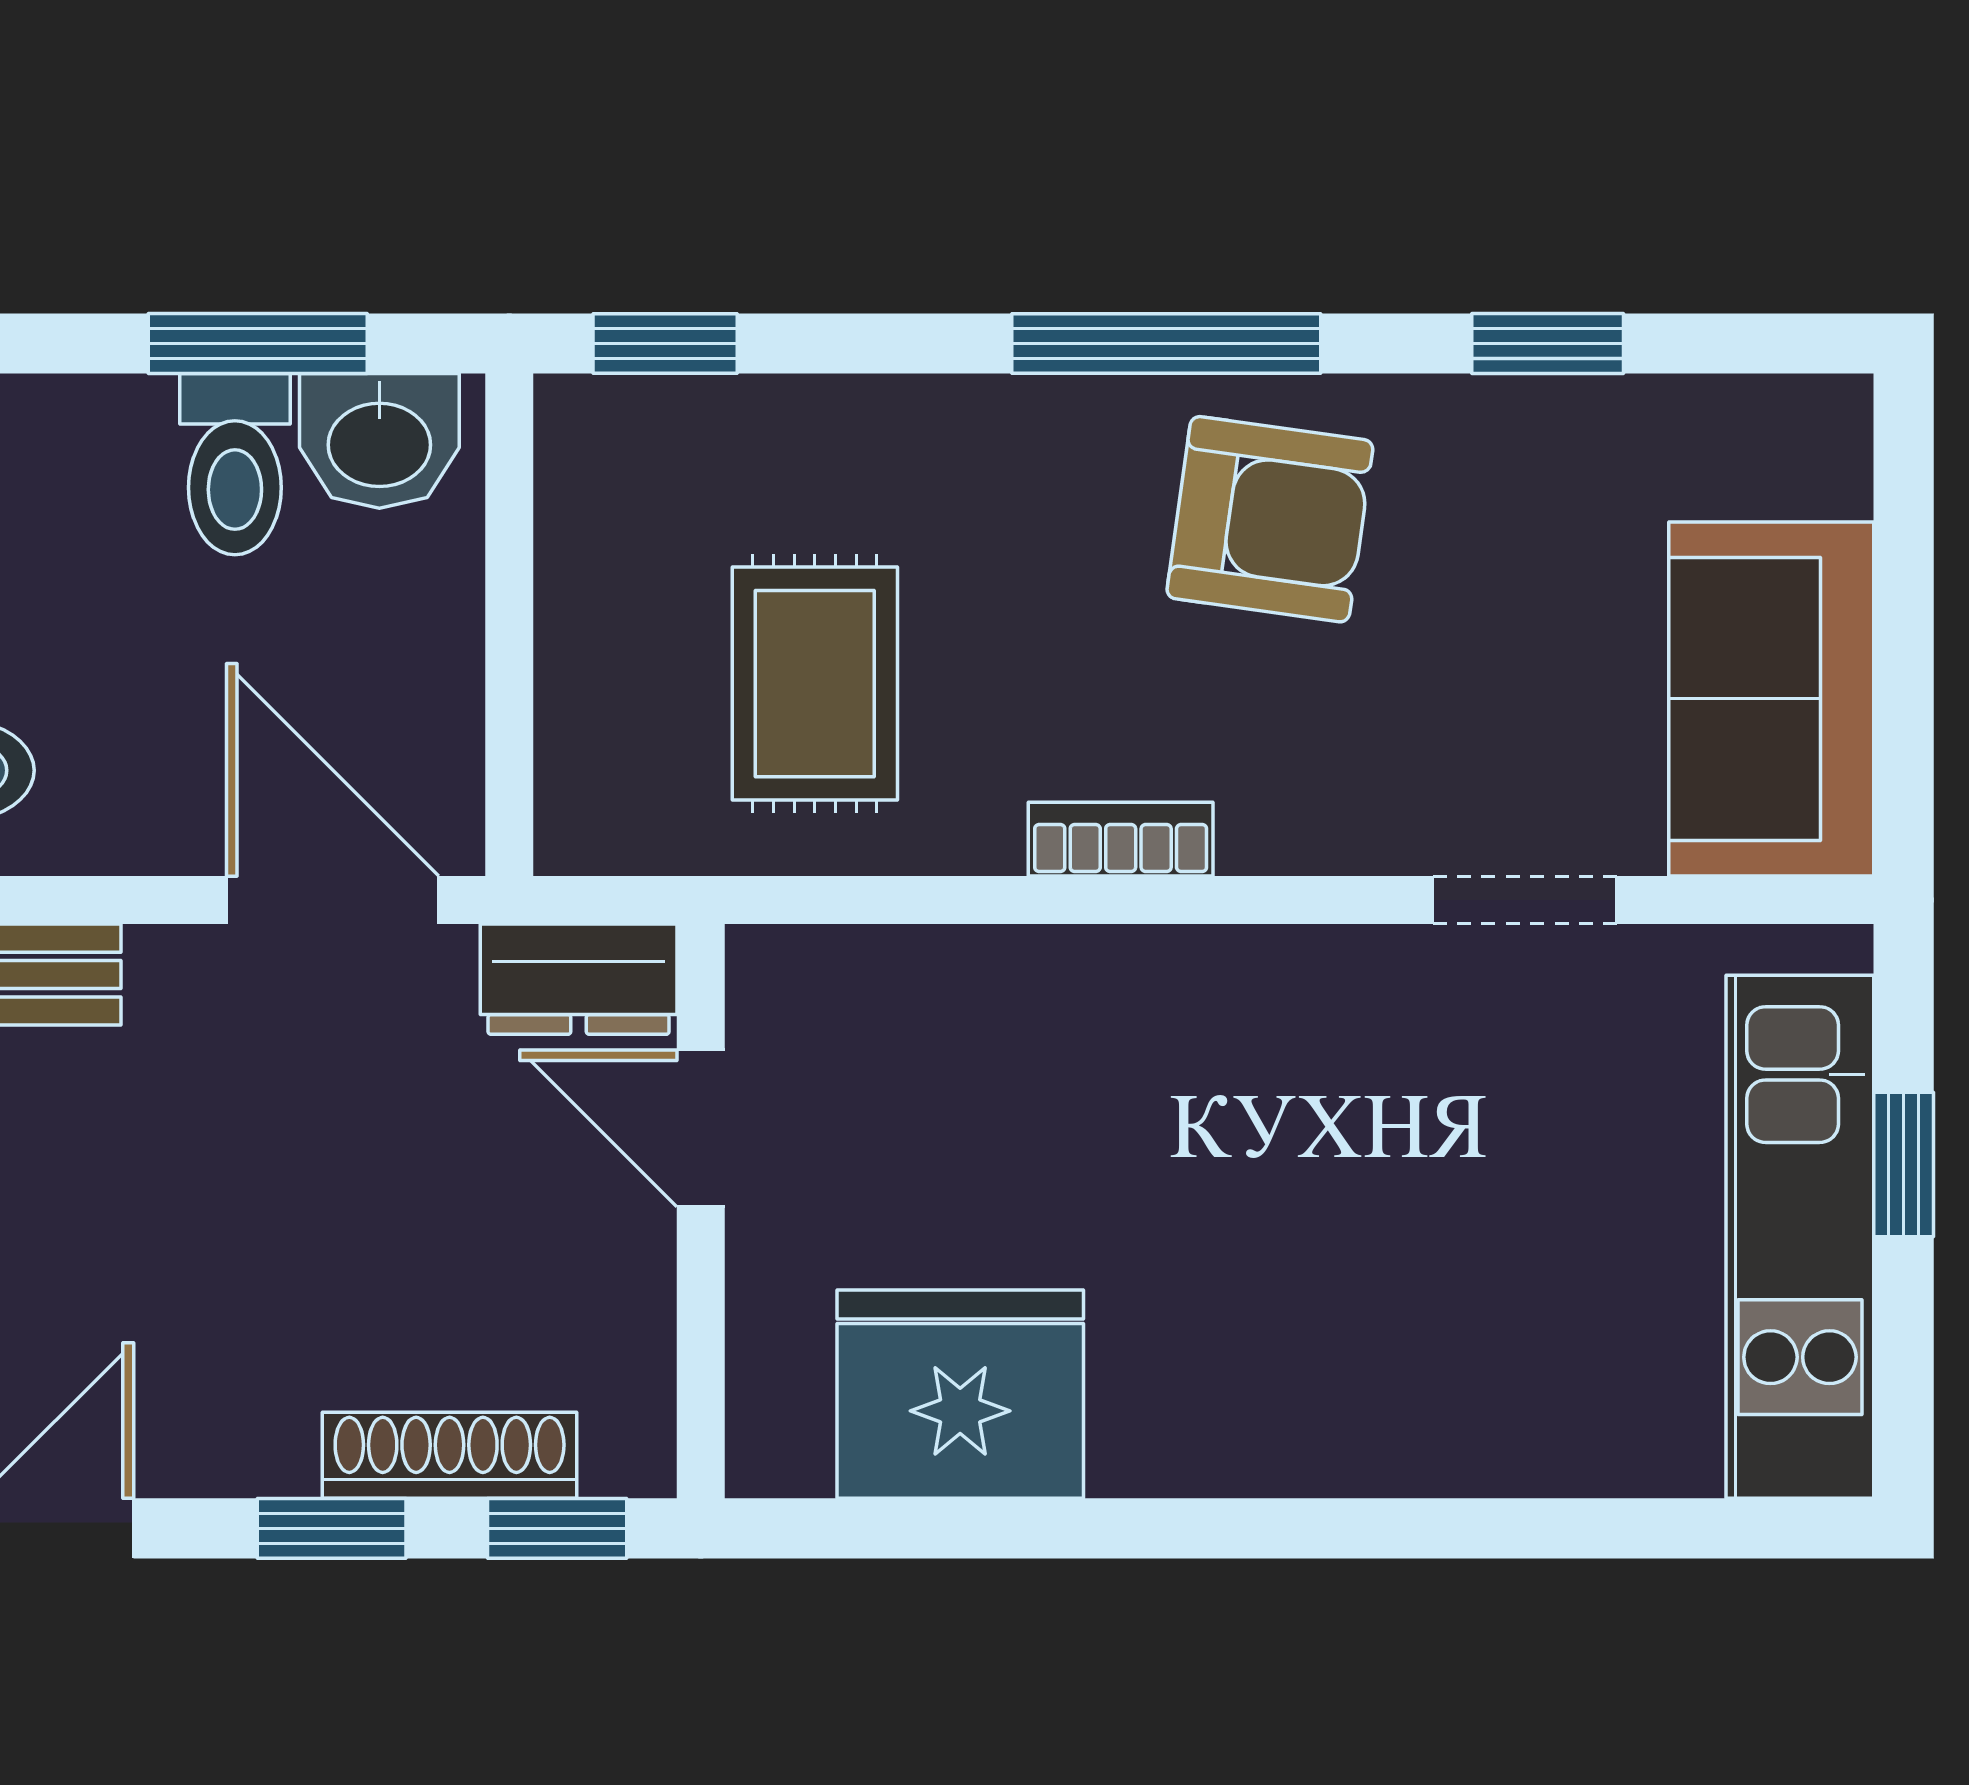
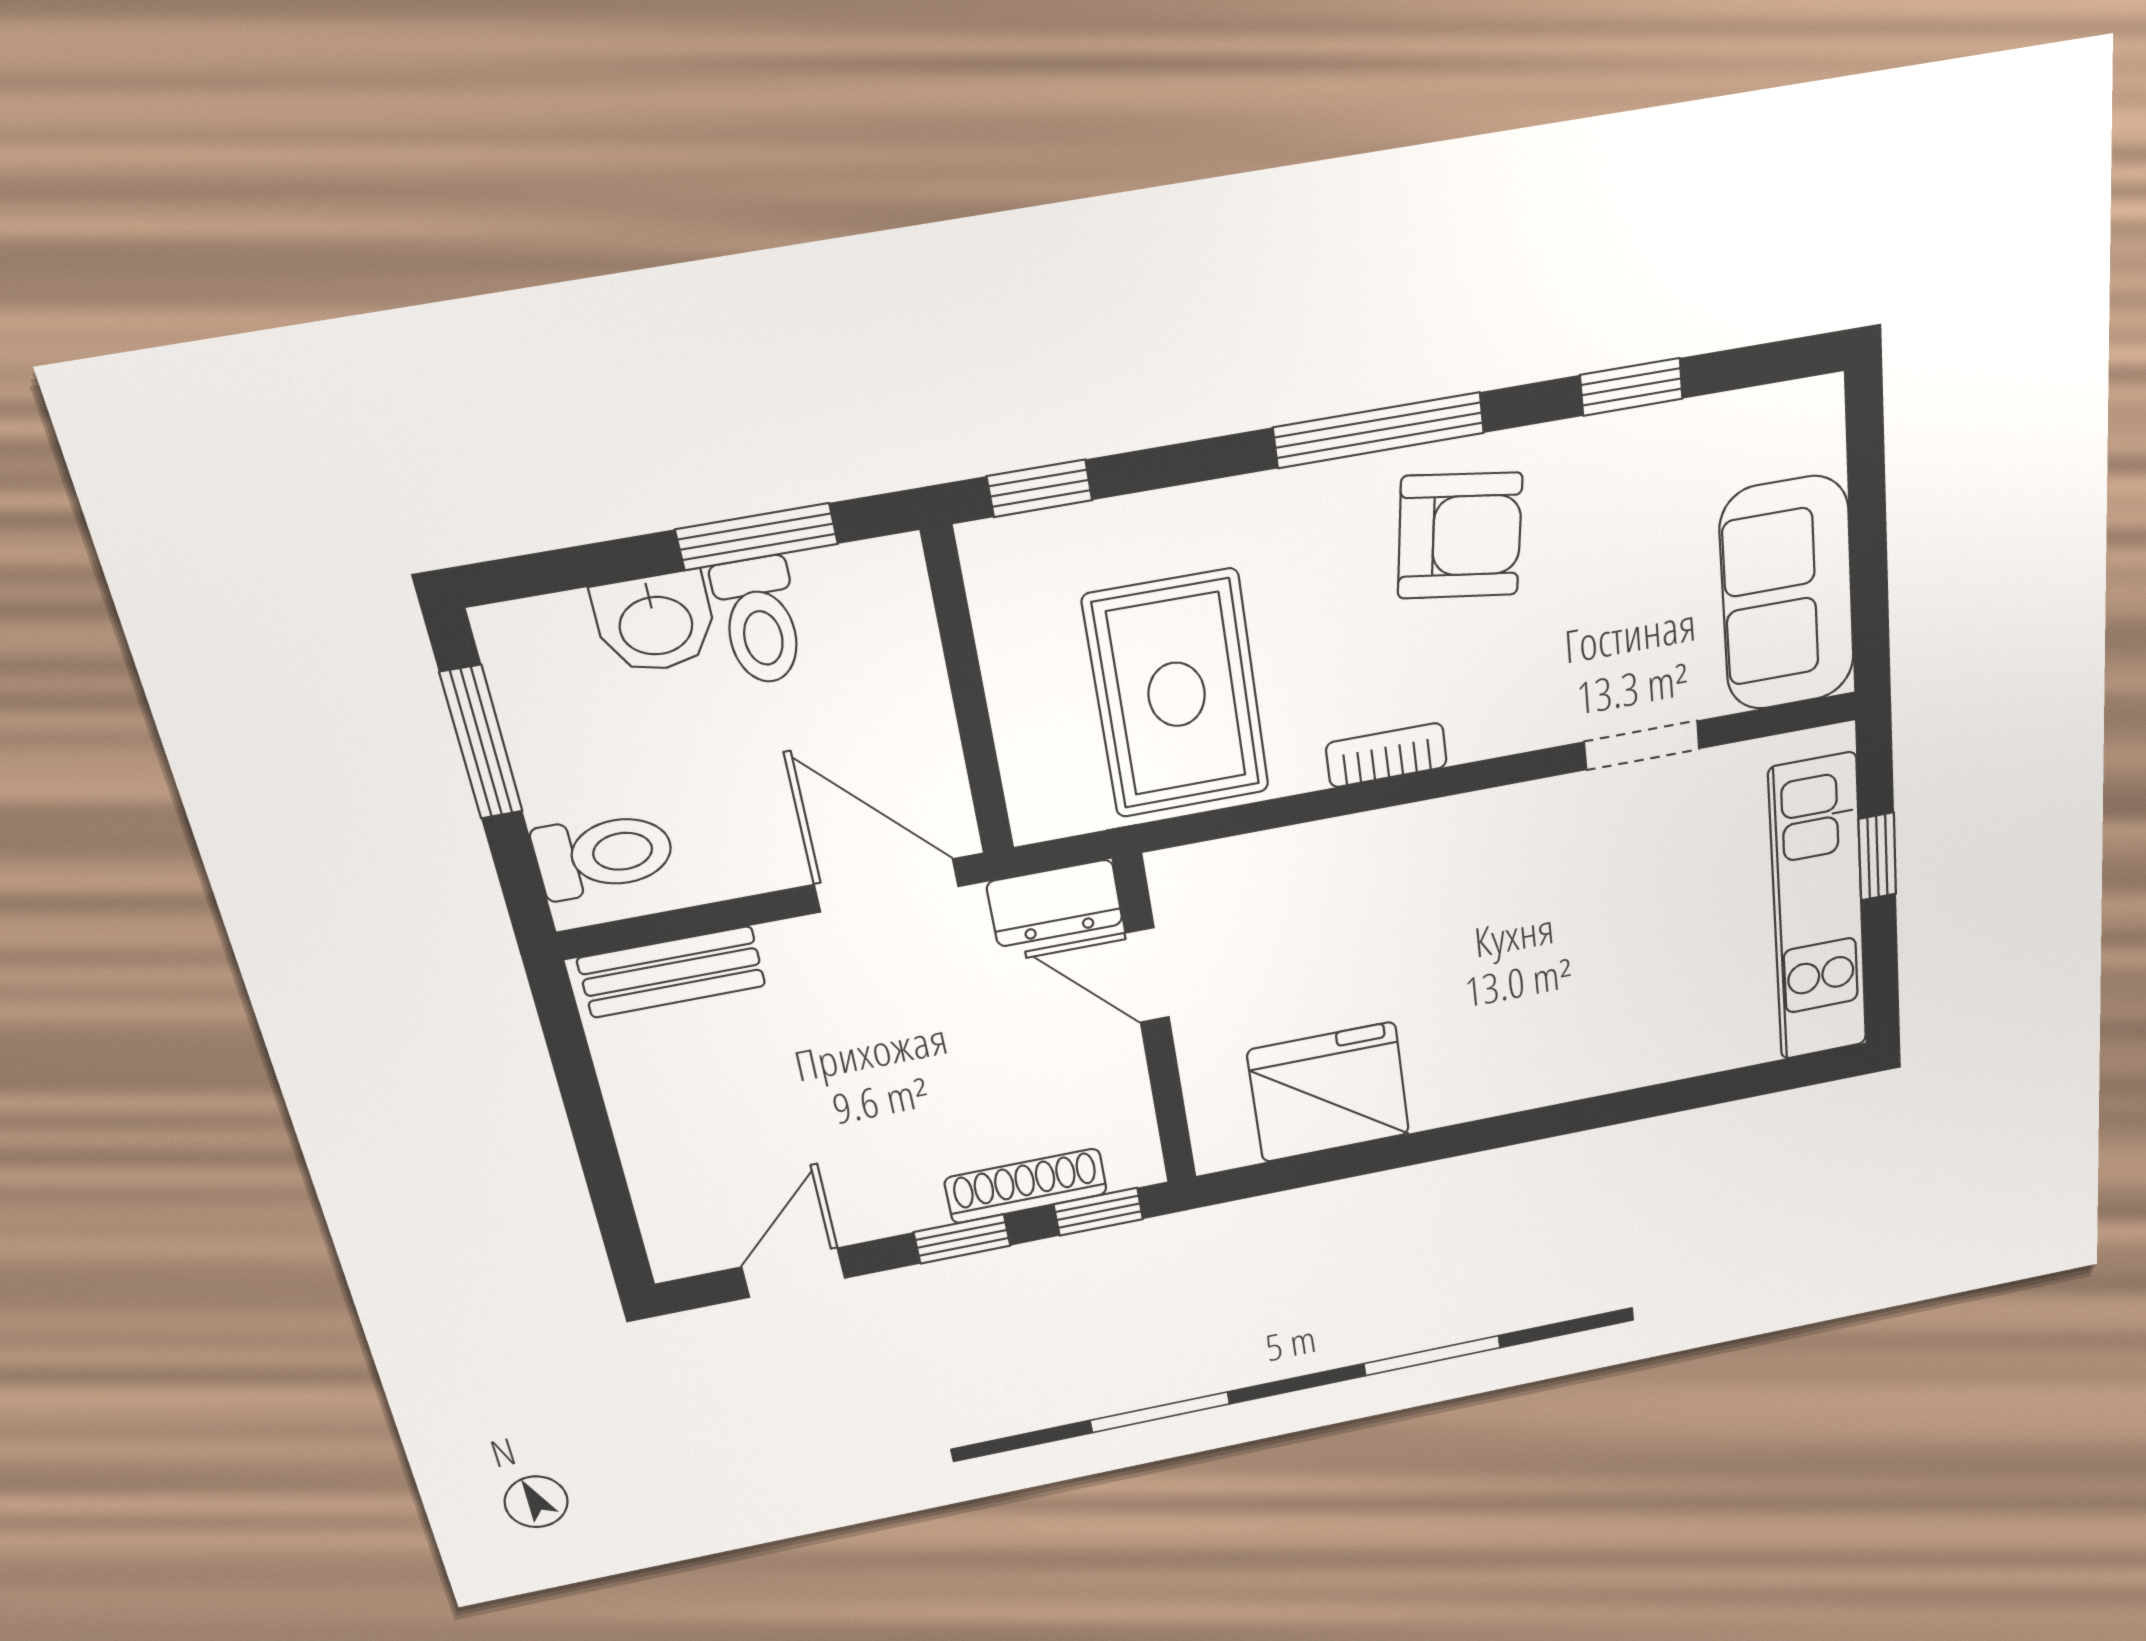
washbasin: (379, 441) -> (655, 623), moved
rug: (815, 684) -> (1177, 694), width x1.36, depth x1.43

